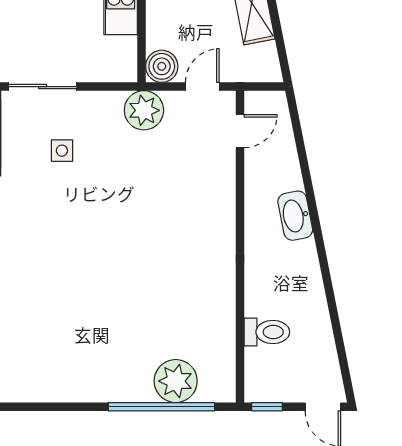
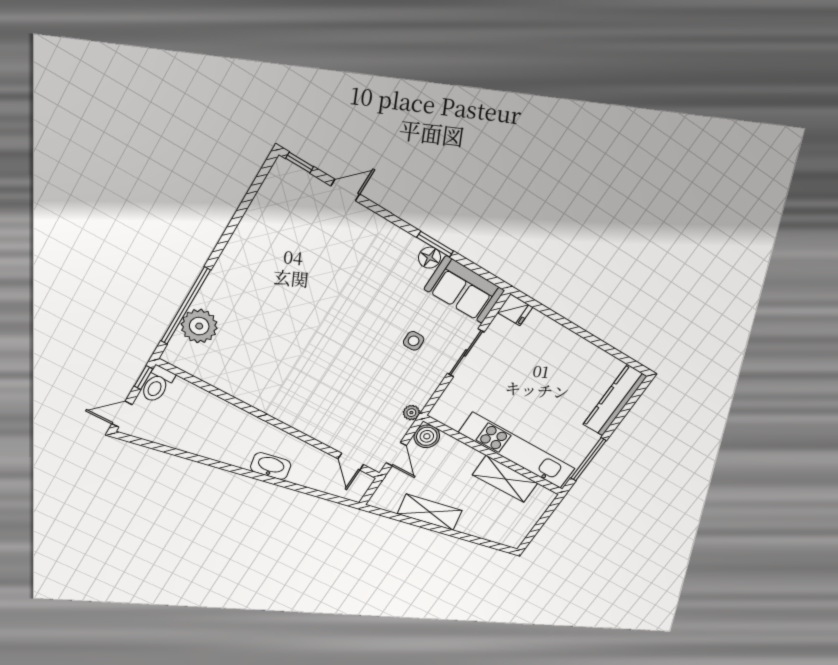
plant: (144, 110) -> (411, 413), width x0.53, depth x0.53
toilet: (267, 332) -> (157, 384), moved

